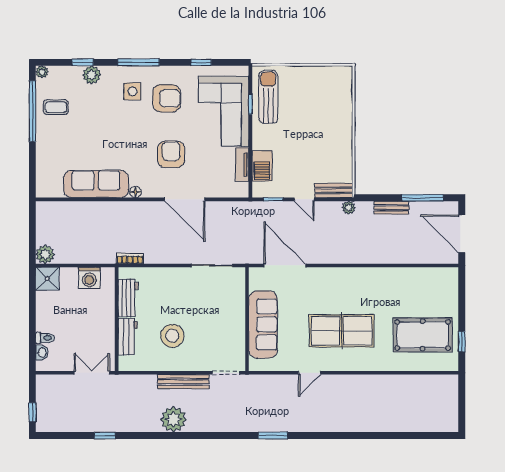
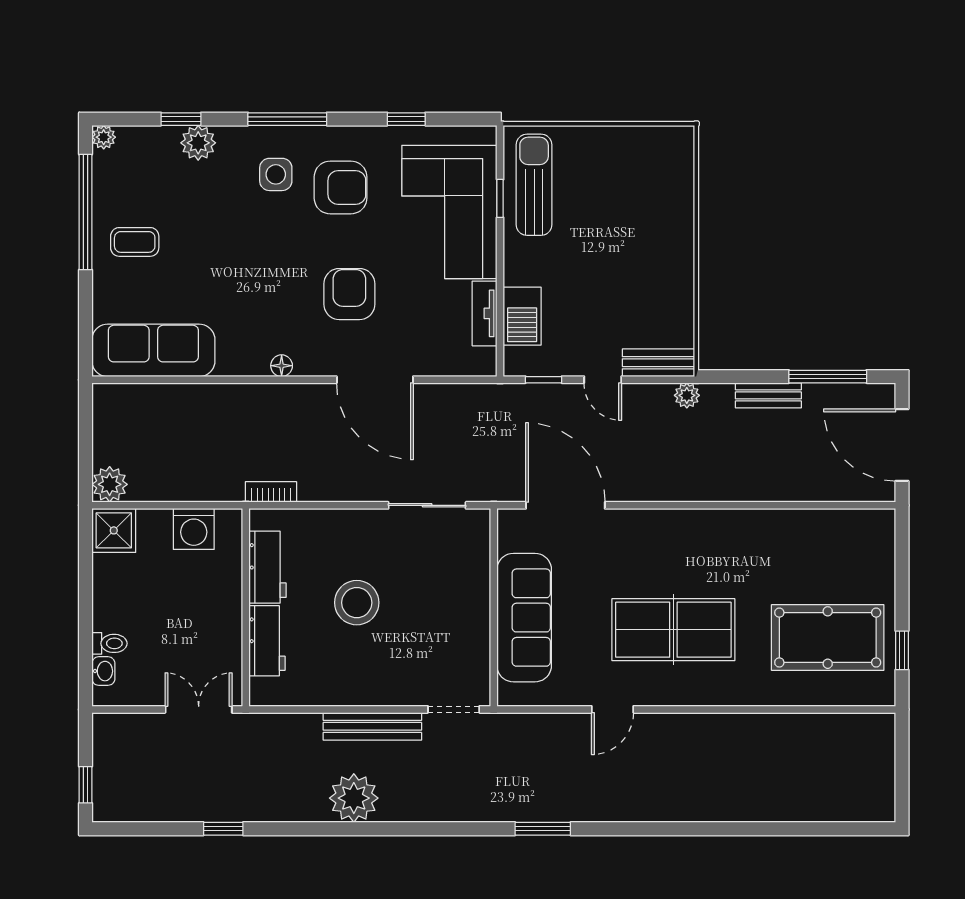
coffee table: (56, 107) -> (135, 242), moved
sofa: (96, 184) -> (153, 350), moved
stool: (172, 336) -> (357, 603), moved

